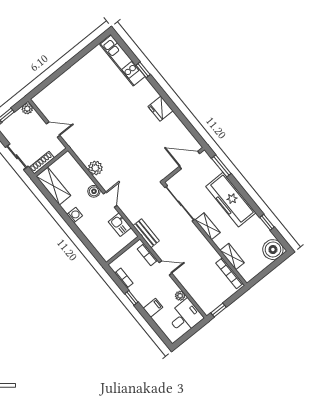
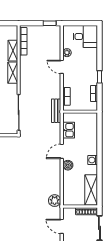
plant: (95, 168) -> (55, 201), moved
shelving: (208, 226) -> (13, 73), moved
door: (166, 268) -> (62, 67), moved
filing cabinet: (153, 308) -> (91, 59), removed
desk: (185, 317) -> (85, 37), moved, turned 180

